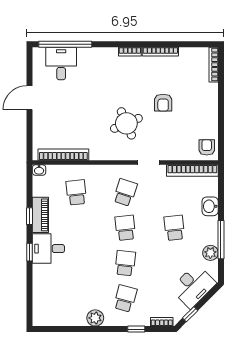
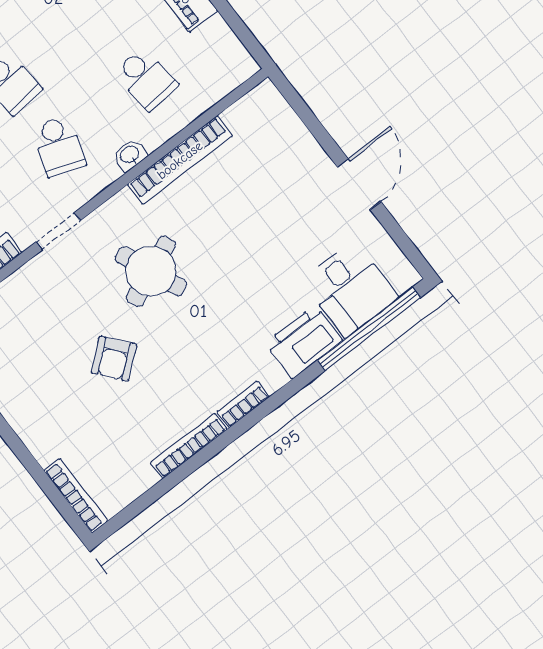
printer: (92, 57) -> (304, 342), added
armchair: (163, 103) -> (114, 359), turned -129
bookcase: (63, 155) -> (180, 160), moved
washbasin: (39, 170) -> (130, 155), moved

